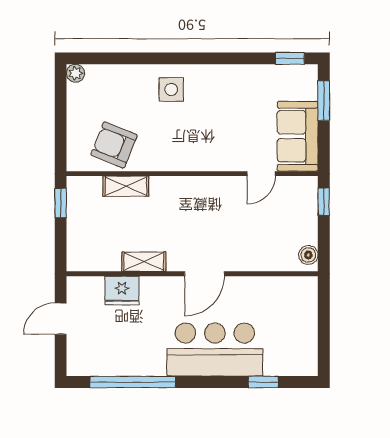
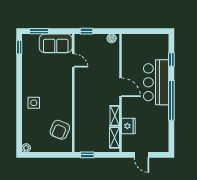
shelving: (126, 186) -> (115, 138), moved
window: (133, 382) -> (171, 100), moved

